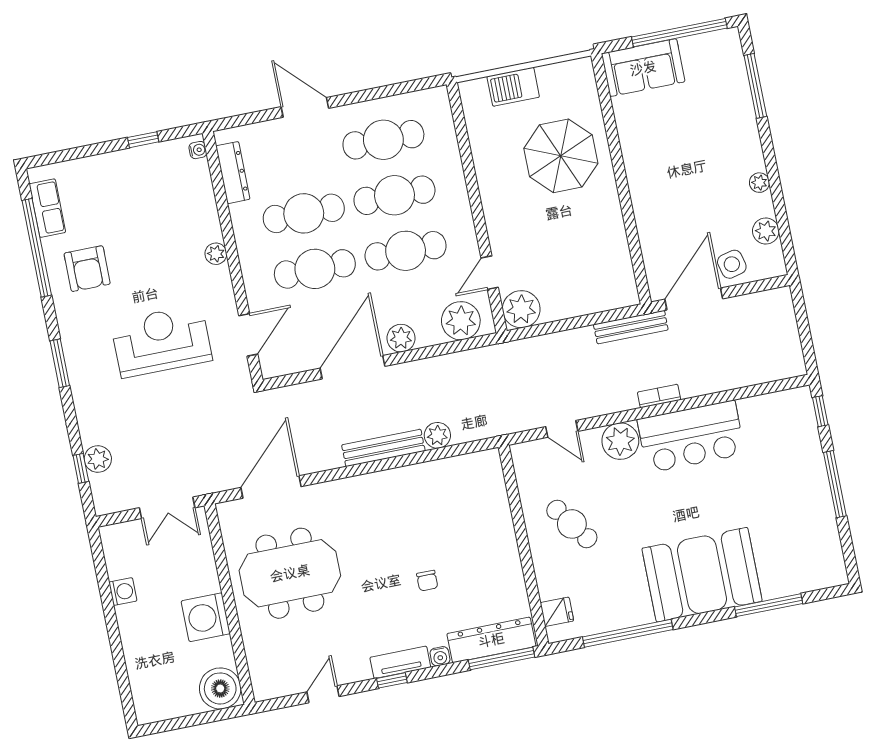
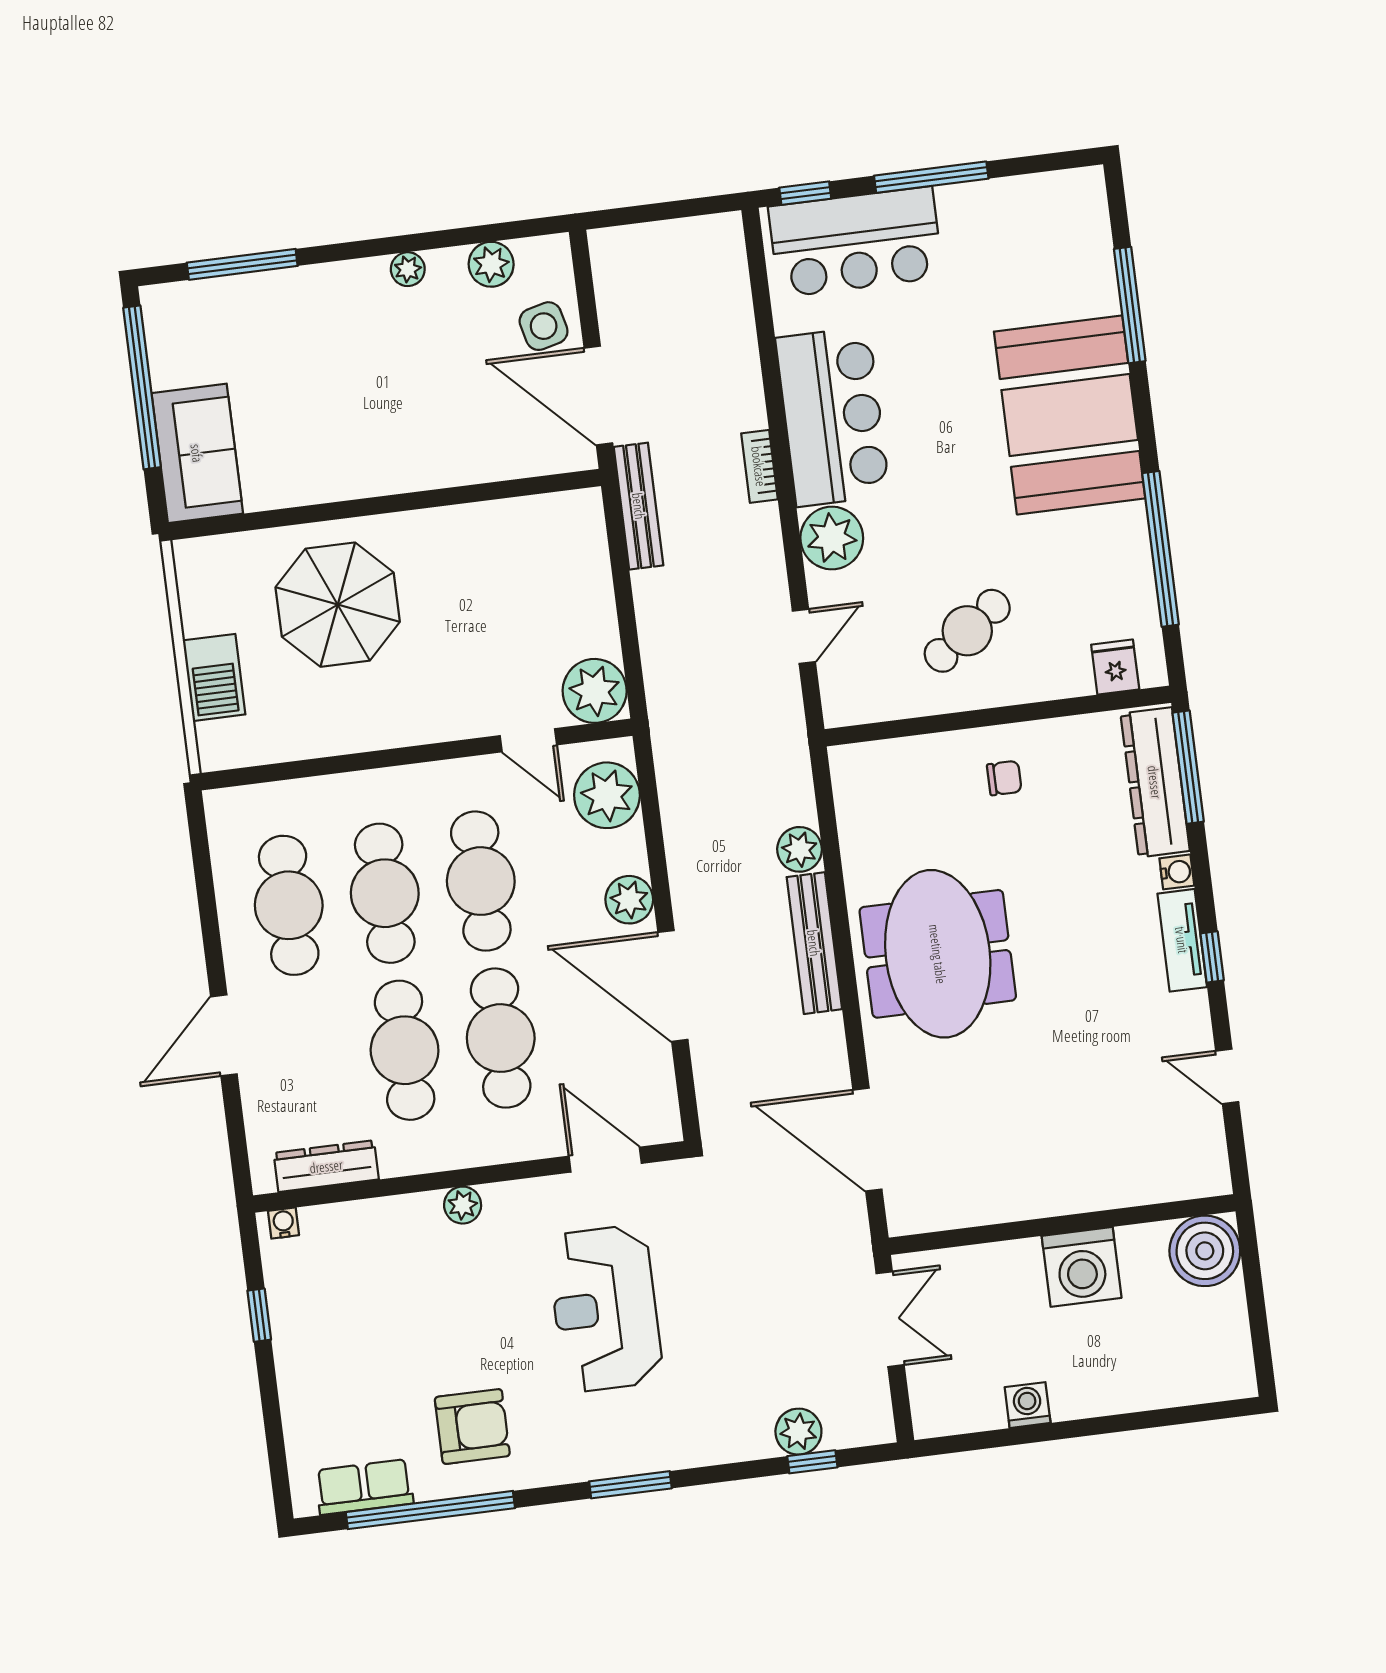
bar counter: (794, 443) -> (856, 242), added
meeting table: (290, 573) -> (938, 954), moved
chair: (427, 581) -> (1004, 778), moved

